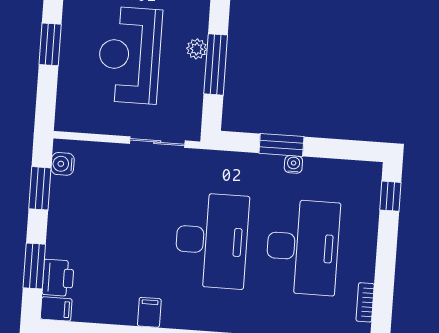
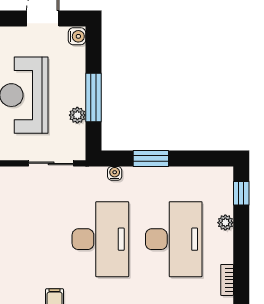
plant: (197, 49) -> (77, 115), moved
water cooler: (293, 164) -> (115, 173), moved
plant: (368, 231) -> (225, 223), added

